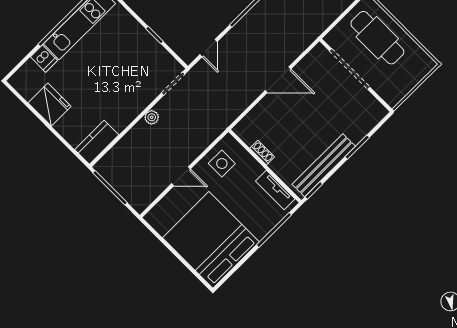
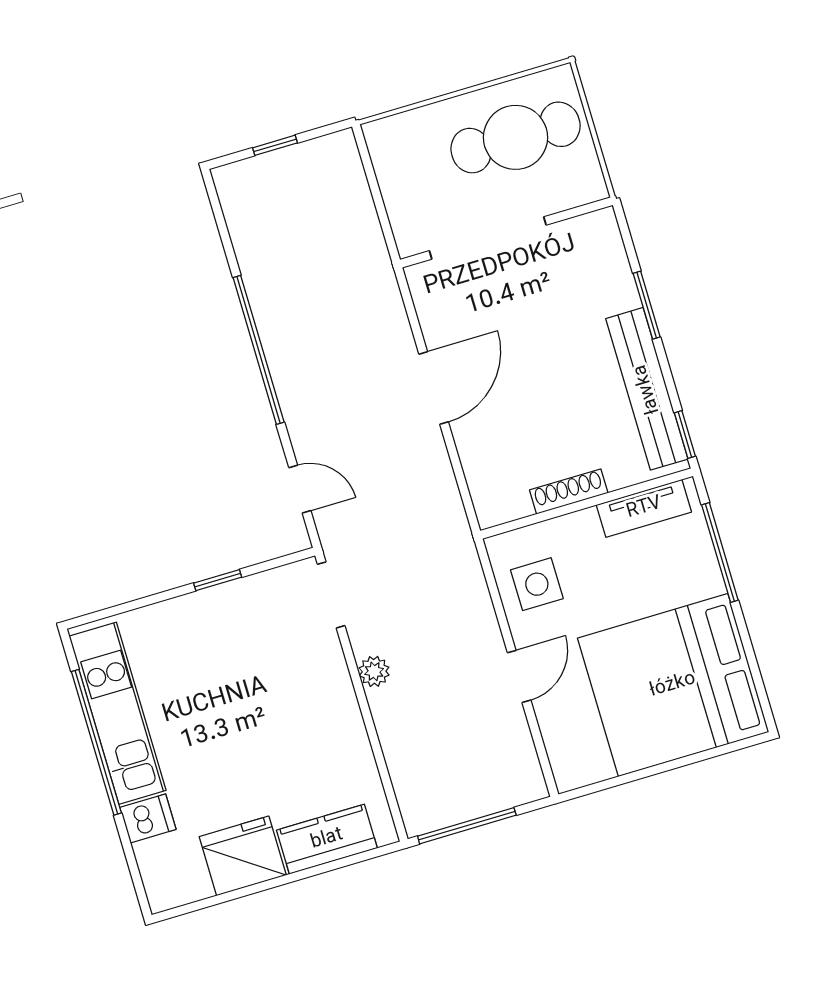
cafe table: (377, 38) -> (516, 137), moved
kitchen counter: (97, 142) -> (327, 839), moved, turned 90
shoe rack: (262, 153) -> (569, 492), width x1.43

